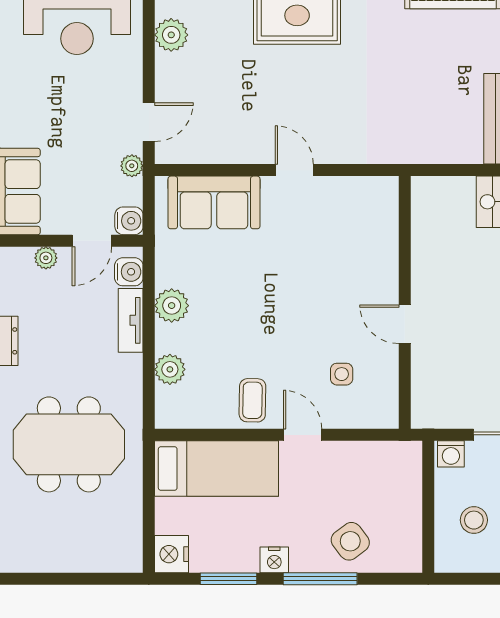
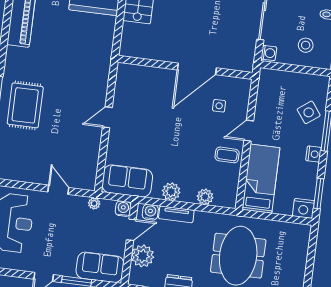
plant: (171, 35) -> (27, 174), removed
door: (149, 122) -> (58, 190), moved
sofa: (214, 202) -> (127, 181), moved, turned -90
door: (92, 241) -> (131, 230), hinge flipped
plant: (46, 258) -> (143, 256), width x1.88, depth x1.88
door: (405, 324) -> (197, 69), width x1.88
window: (229, 579) -> (319, 194), moved

